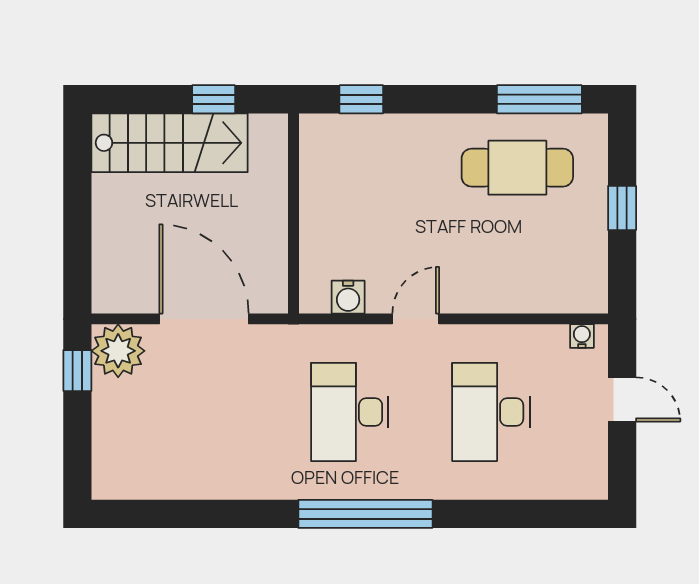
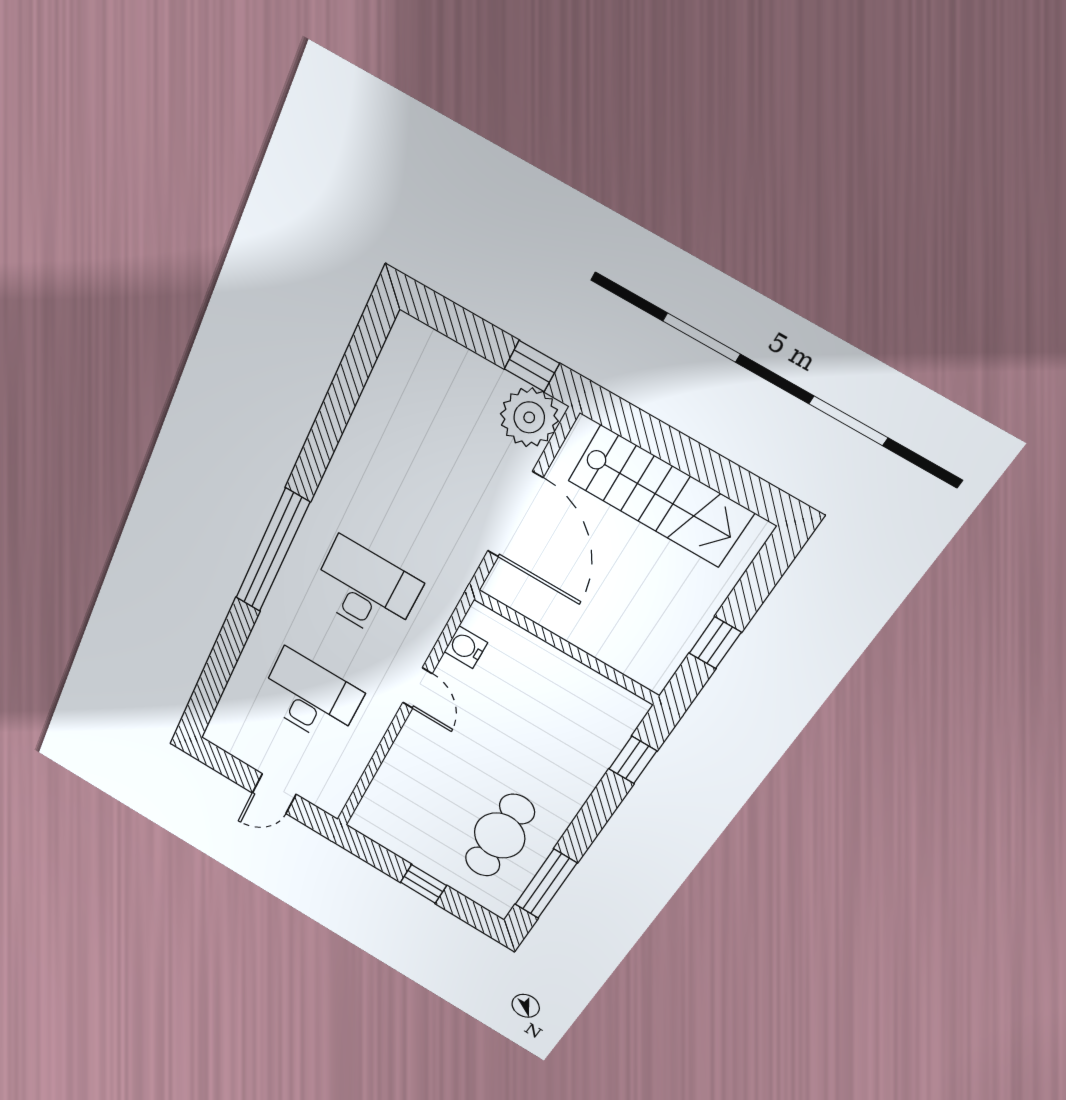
stairs: (170, 143) -> (660, 497), moved, turned -90
door: (204, 319) -> (515, 515), hinge flipped
water cooler: (582, 336) -> (338, 797), removed

